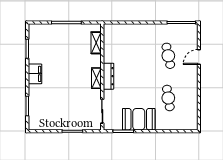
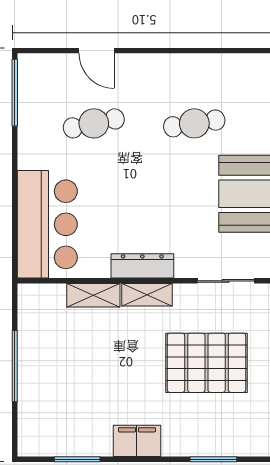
bar counter: (126, 36) -> (47, 224), added
shelving: (96, 43) -> (93, 295), moved
pallet: (68, 103) -> (206, 363), added

